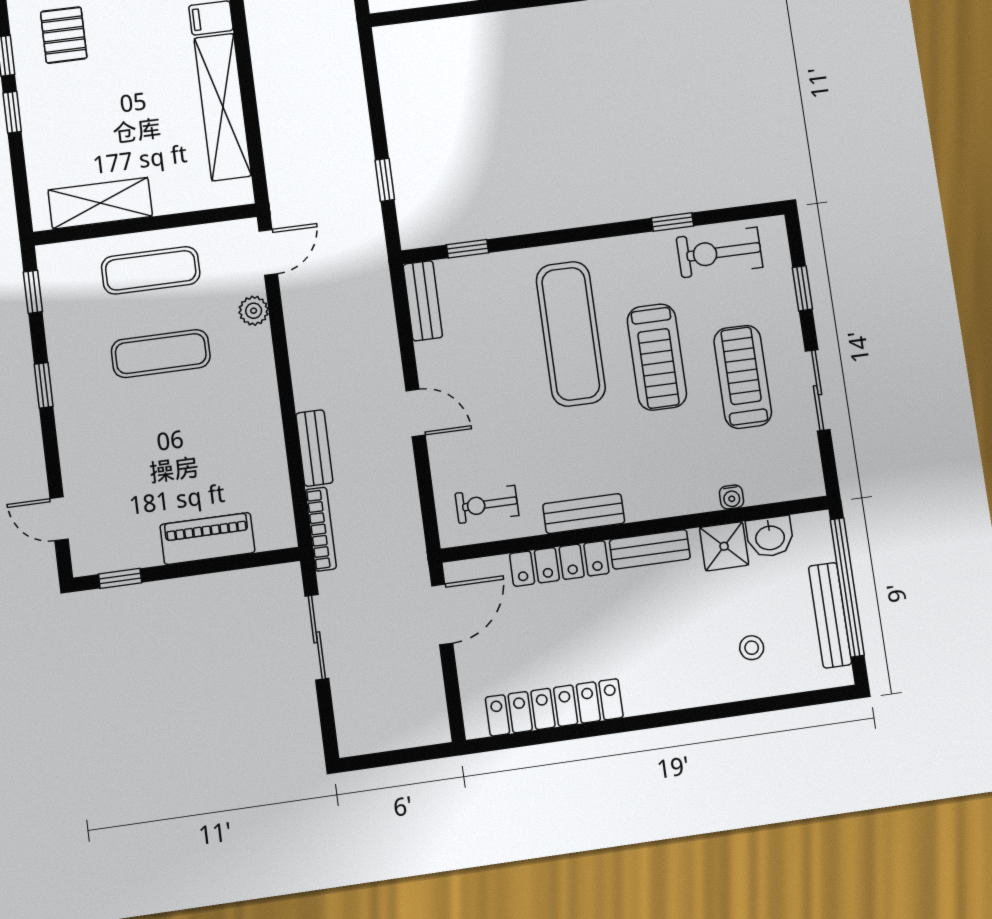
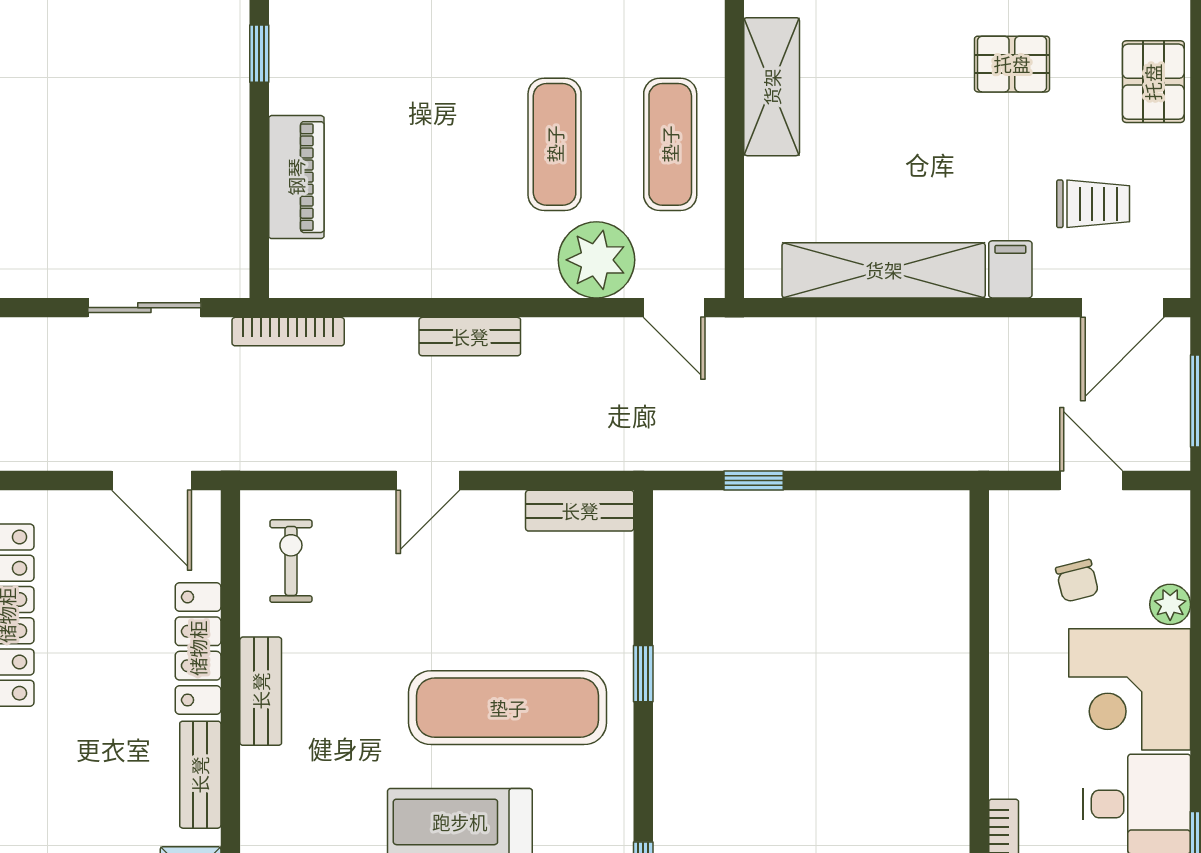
window: (467, 249) -> (643, 674), moved
plant: (254, 311) -> (596, 260), width x1.88, depth x1.88
bench: (314, 448) -> (470, 337), moved

